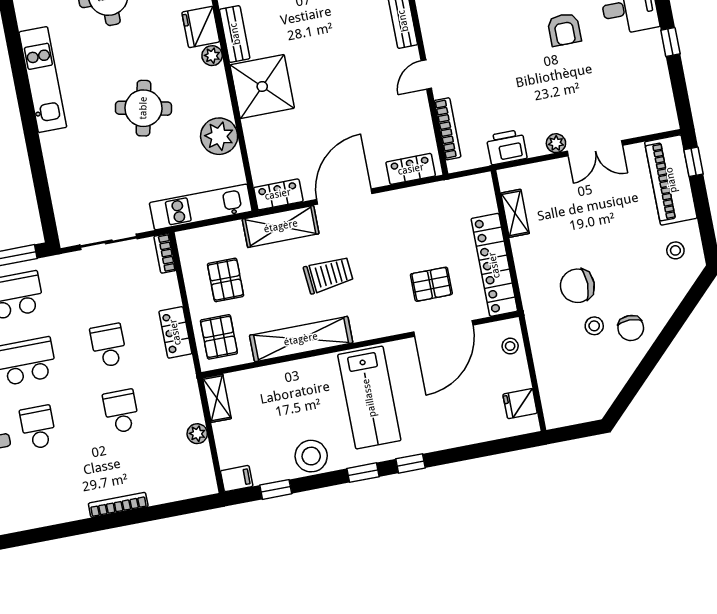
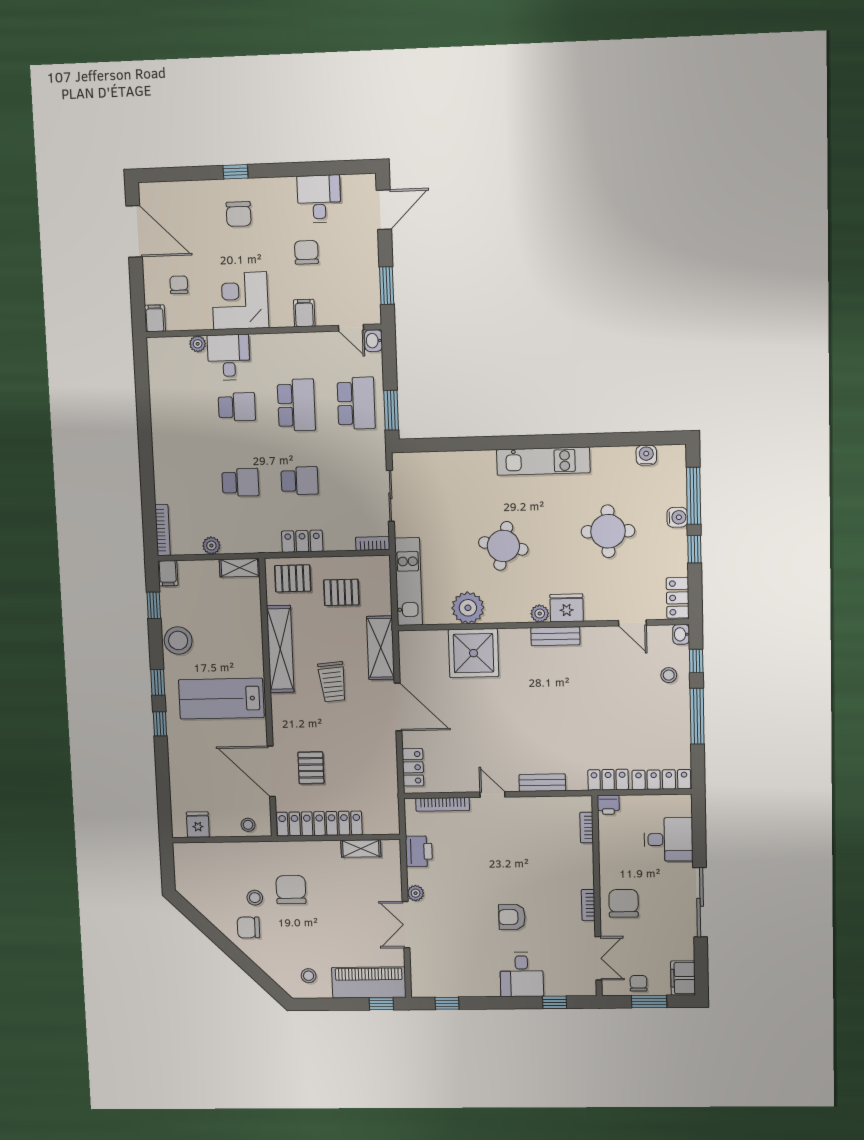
window: (670, 42) -> (447, 1003), moved
shower: (262, 87) -> (473, 653), moved
locker: (278, 194) -> (409, 651), removed
bookcase: (118, 505) -> (163, 530), moved

